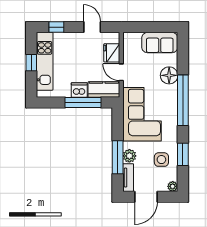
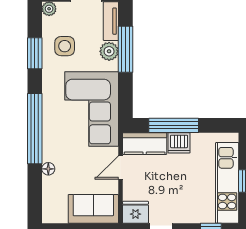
sofa: (160, 43) -> (93, 209), moved
fridge: (112, 53) -> (135, 212), moved, turned -90
door: (121, 72) -> (120, 167), swing flipped
floor lamp: (169, 75) -> (48, 169), width x0.53, depth x0.53

